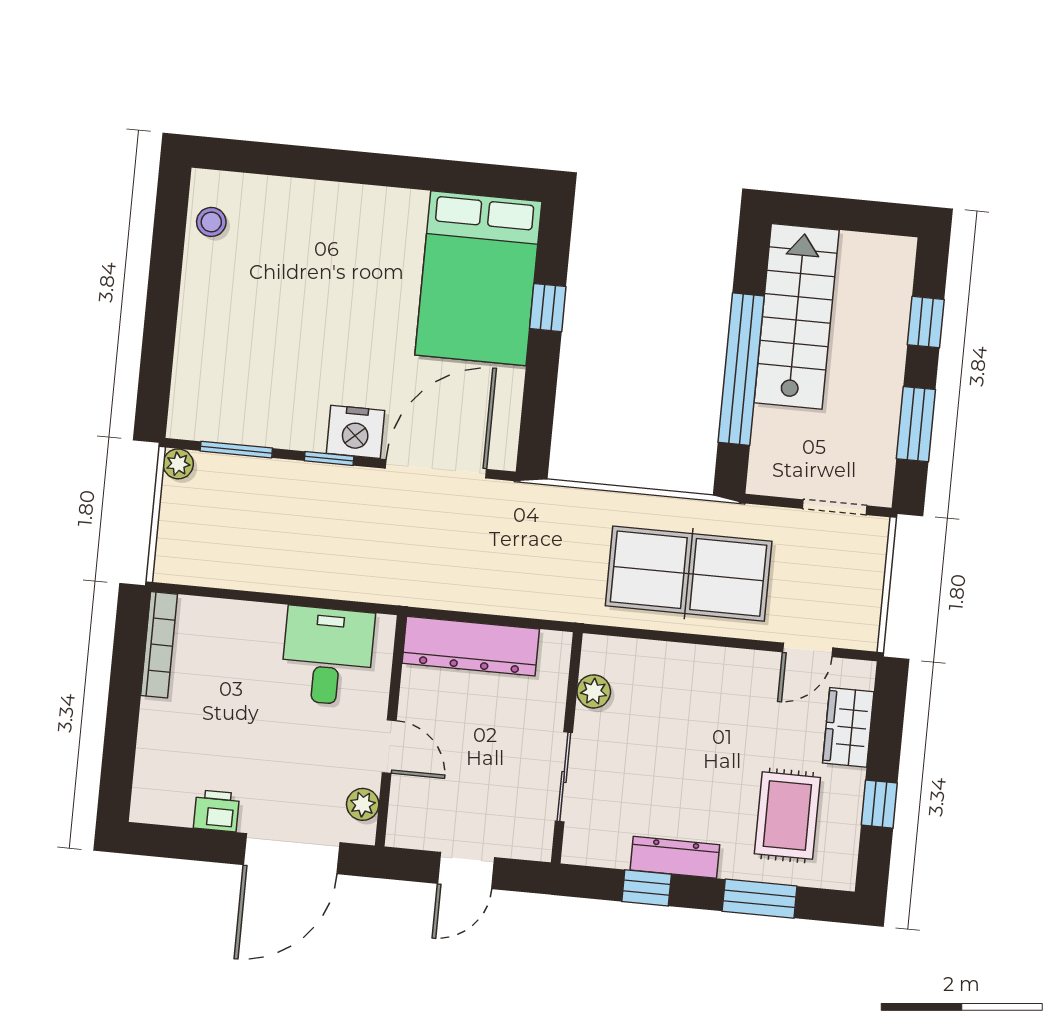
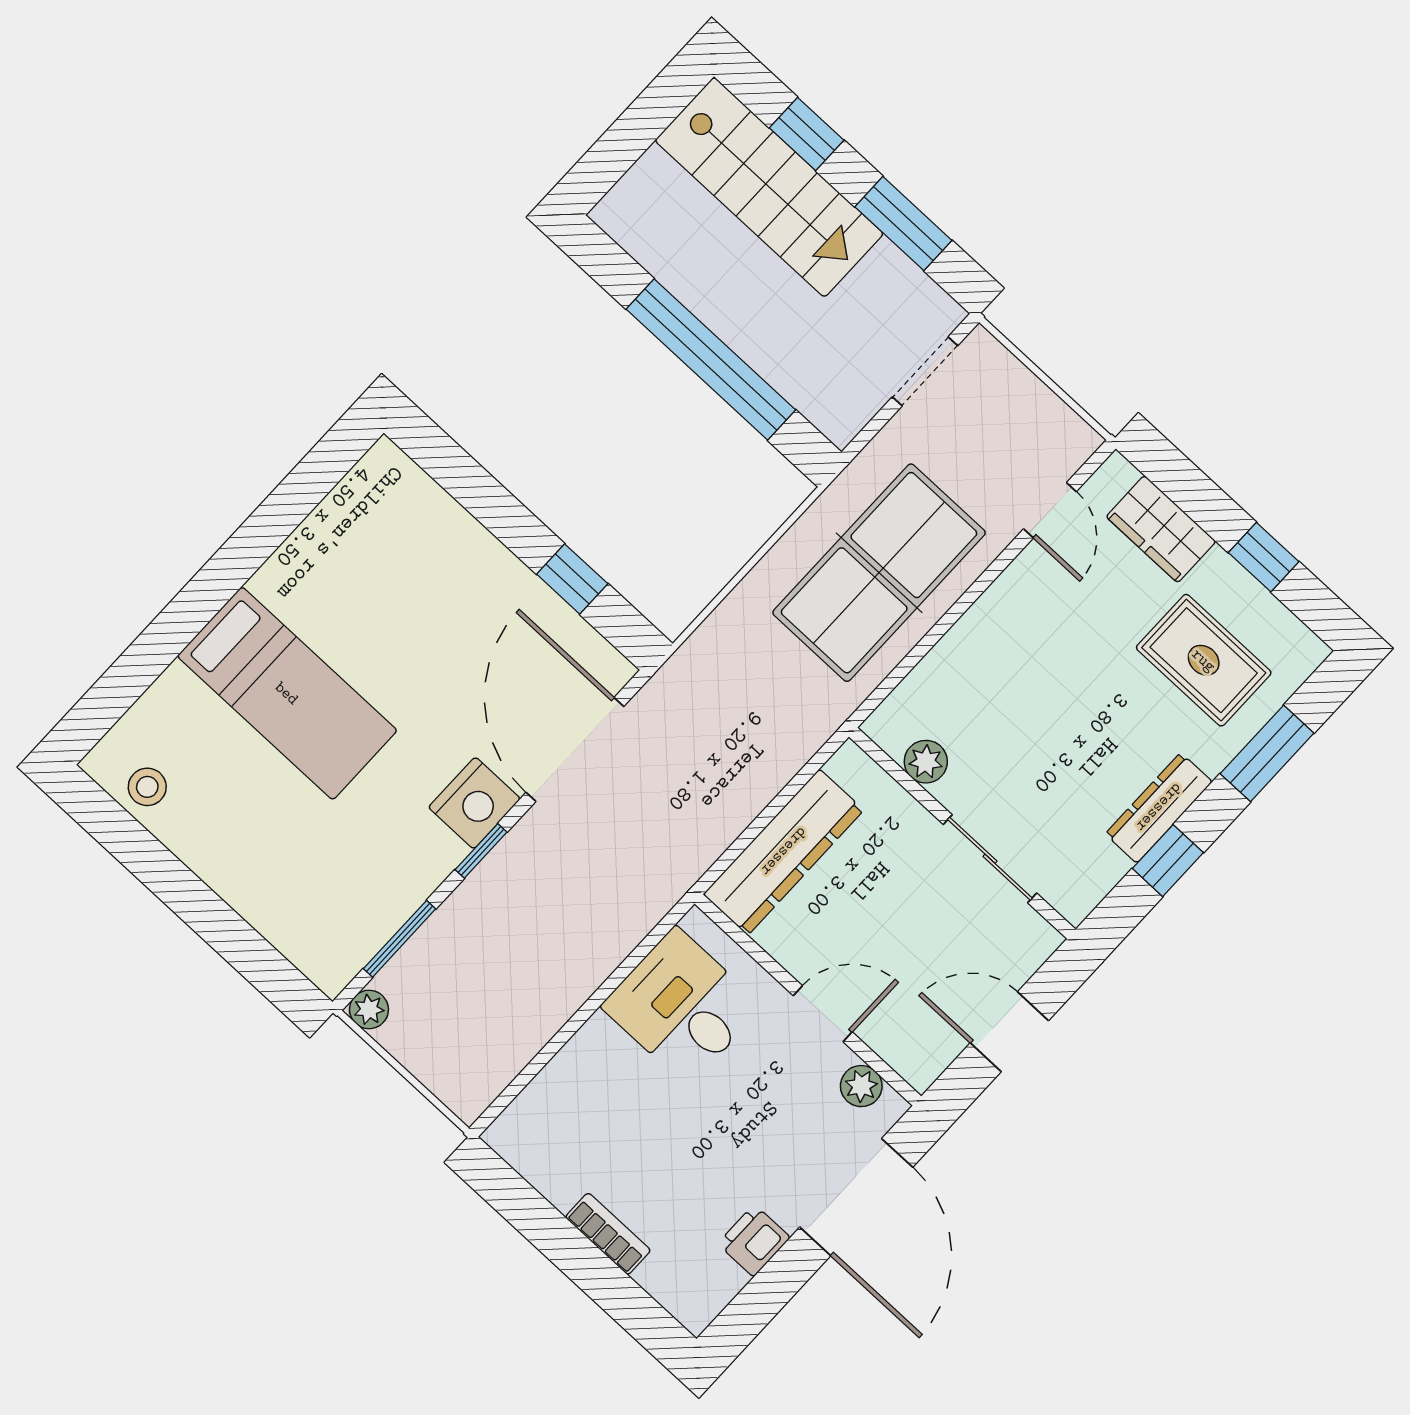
bed: (478, 278) -> (287, 693), moved, width x0.67
window: (548, 308) -> (572, 579), moved
stairs: (797, 316) -> (769, 187), moved, turned 180
bookcase: (159, 645) -> (608, 1234), moved, width x0.64
door: (466, 870) -> (1009, 1032), swing flipped

